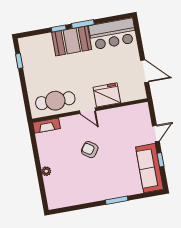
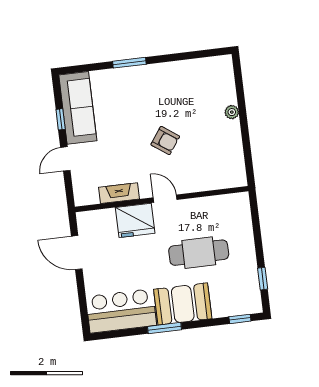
window: (59, 28) -> (240, 319), moved
cafe table: (55, 101) -> (199, 253), moved
fireplace: (47, 126) -> (119, 193), moved

